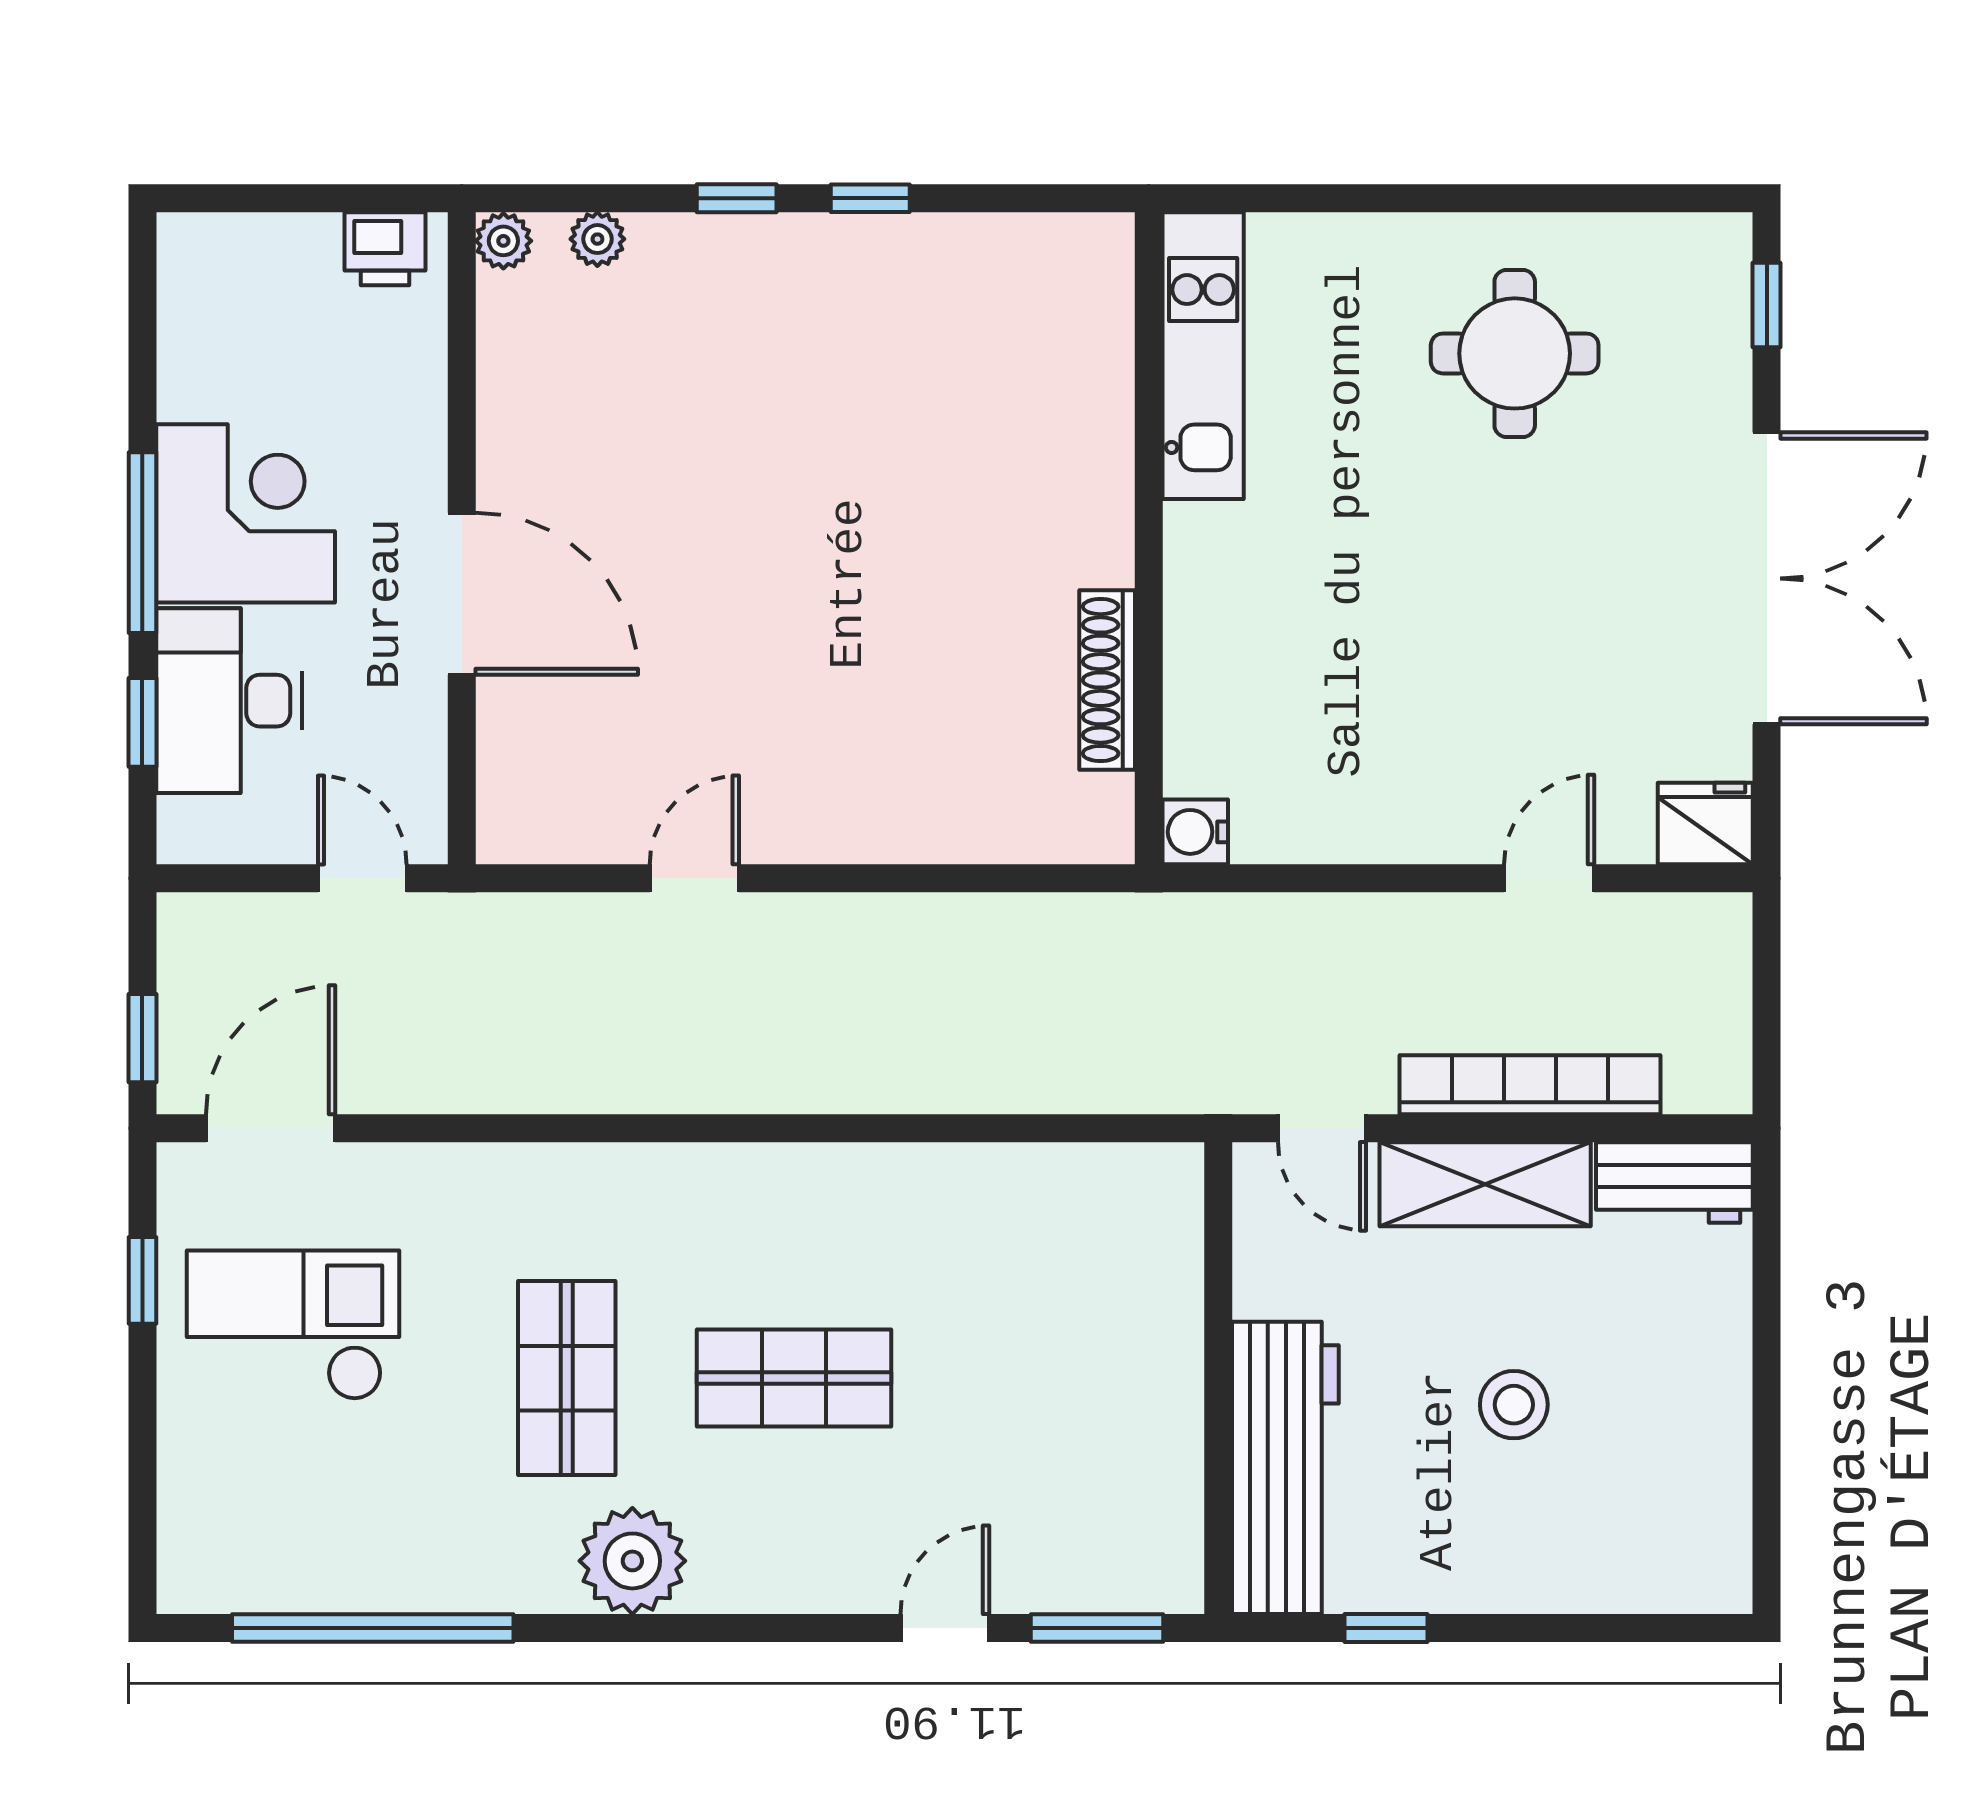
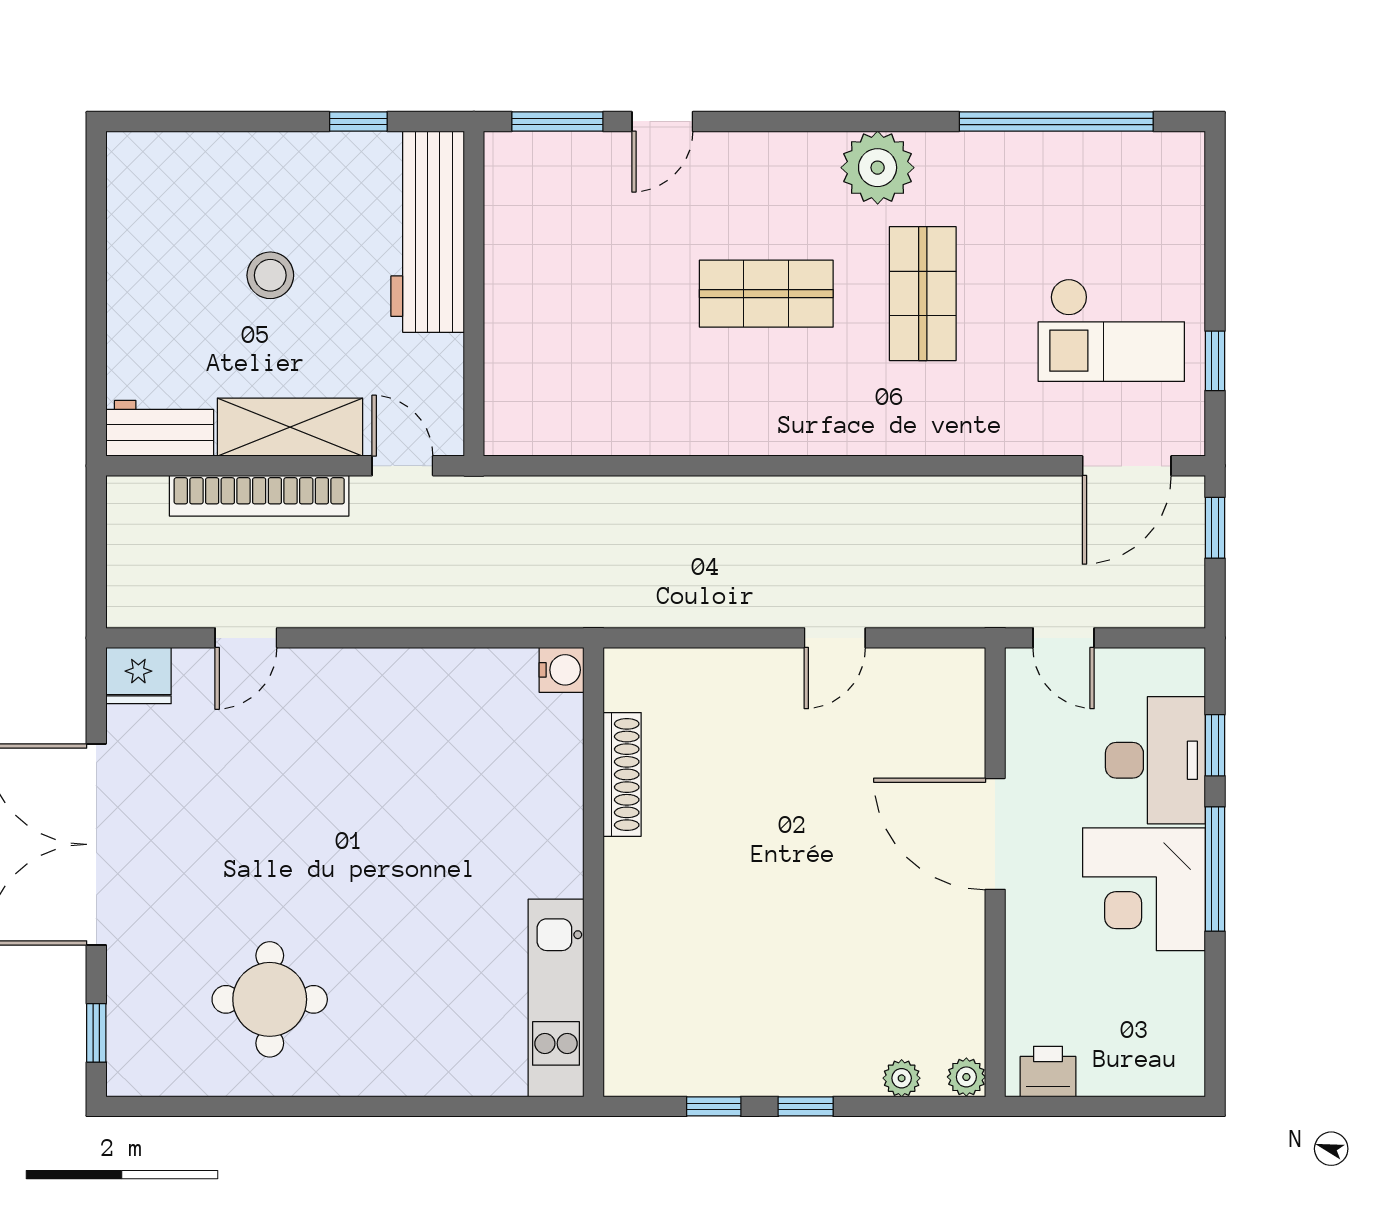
kitchen unit: (1203, 356) -> (556, 998), moved
wall: (1149, 538) -> (593, 872), moved
shoe rack: (1107, 680) -> (622, 774), moved
water cooler: (1195, 832) -> (561, 670), moved

